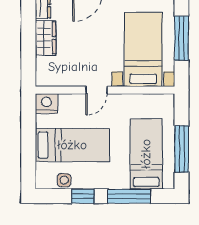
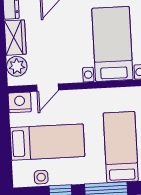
plant: (46, 67) -> (17, 66), added
door: (96, 90) -> (48, 88), moved

